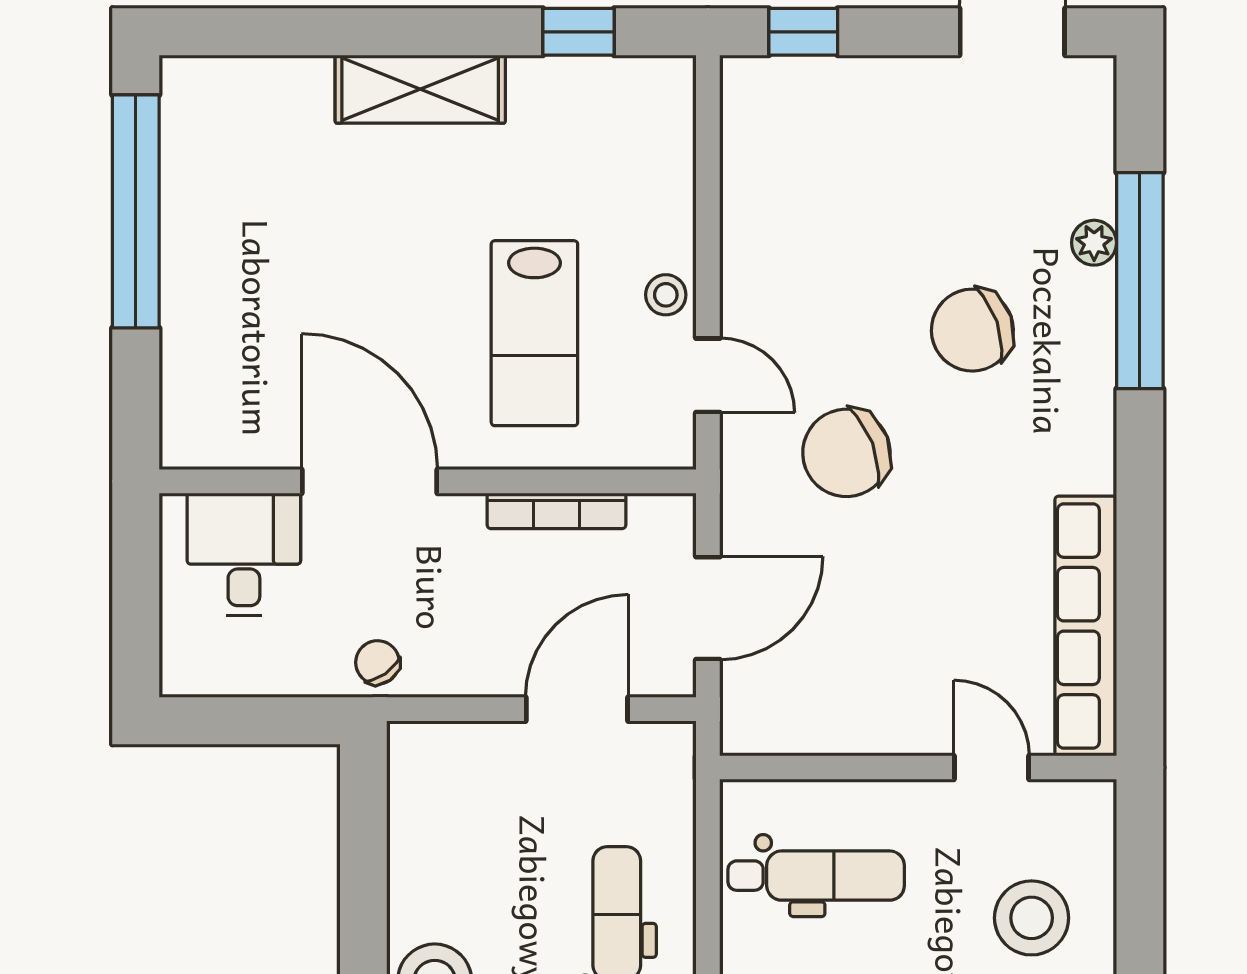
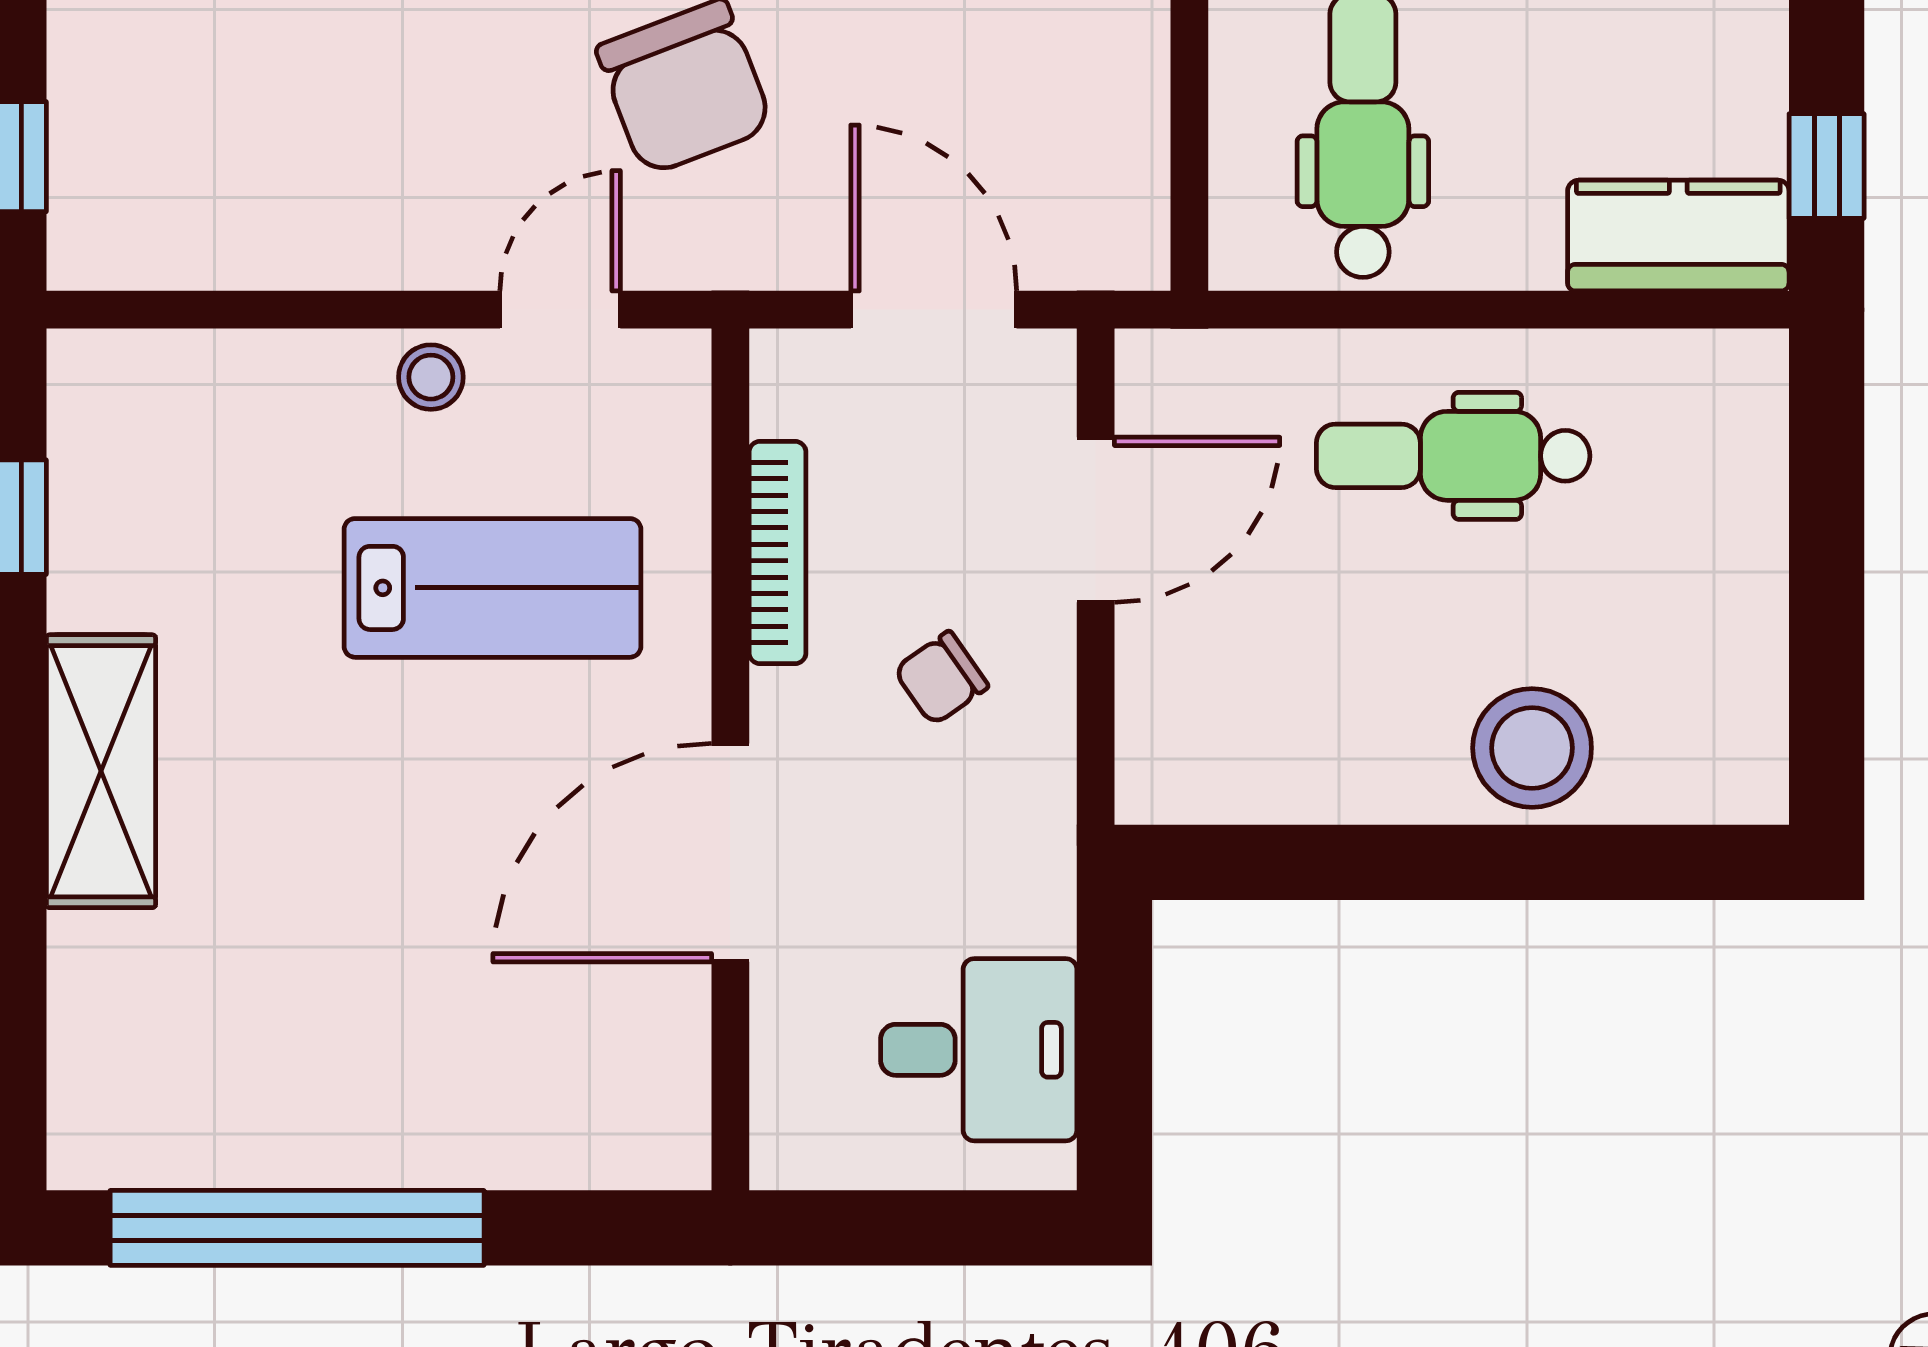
desk: (244, 554) -> (979, 1050), moved, turned 180
chair: (377, 662) -> (941, 678), moved
door: (577, 709) -> (1096, 520), swing flipped

